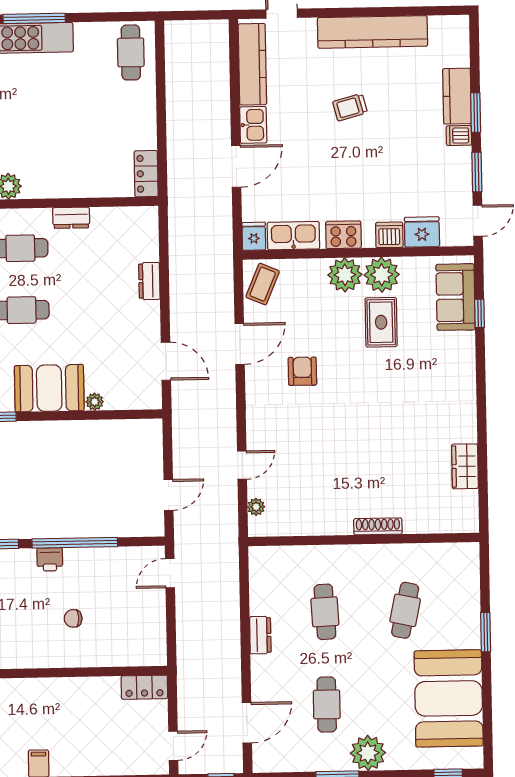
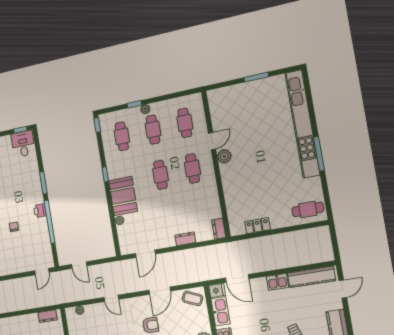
door: (236, 166) -> (237, 278), moved
locker: (146, 174) -> (257, 226), moved
dresser: (71, 218) -> (219, 229), moved
door: (240, 344) -> (160, 291), hinge flipped
door: (242, 465) -> (111, 298), moved
door: (170, 573) -> (42, 272), swing flipped
dresser: (260, 635) -> (48, 316), moved

